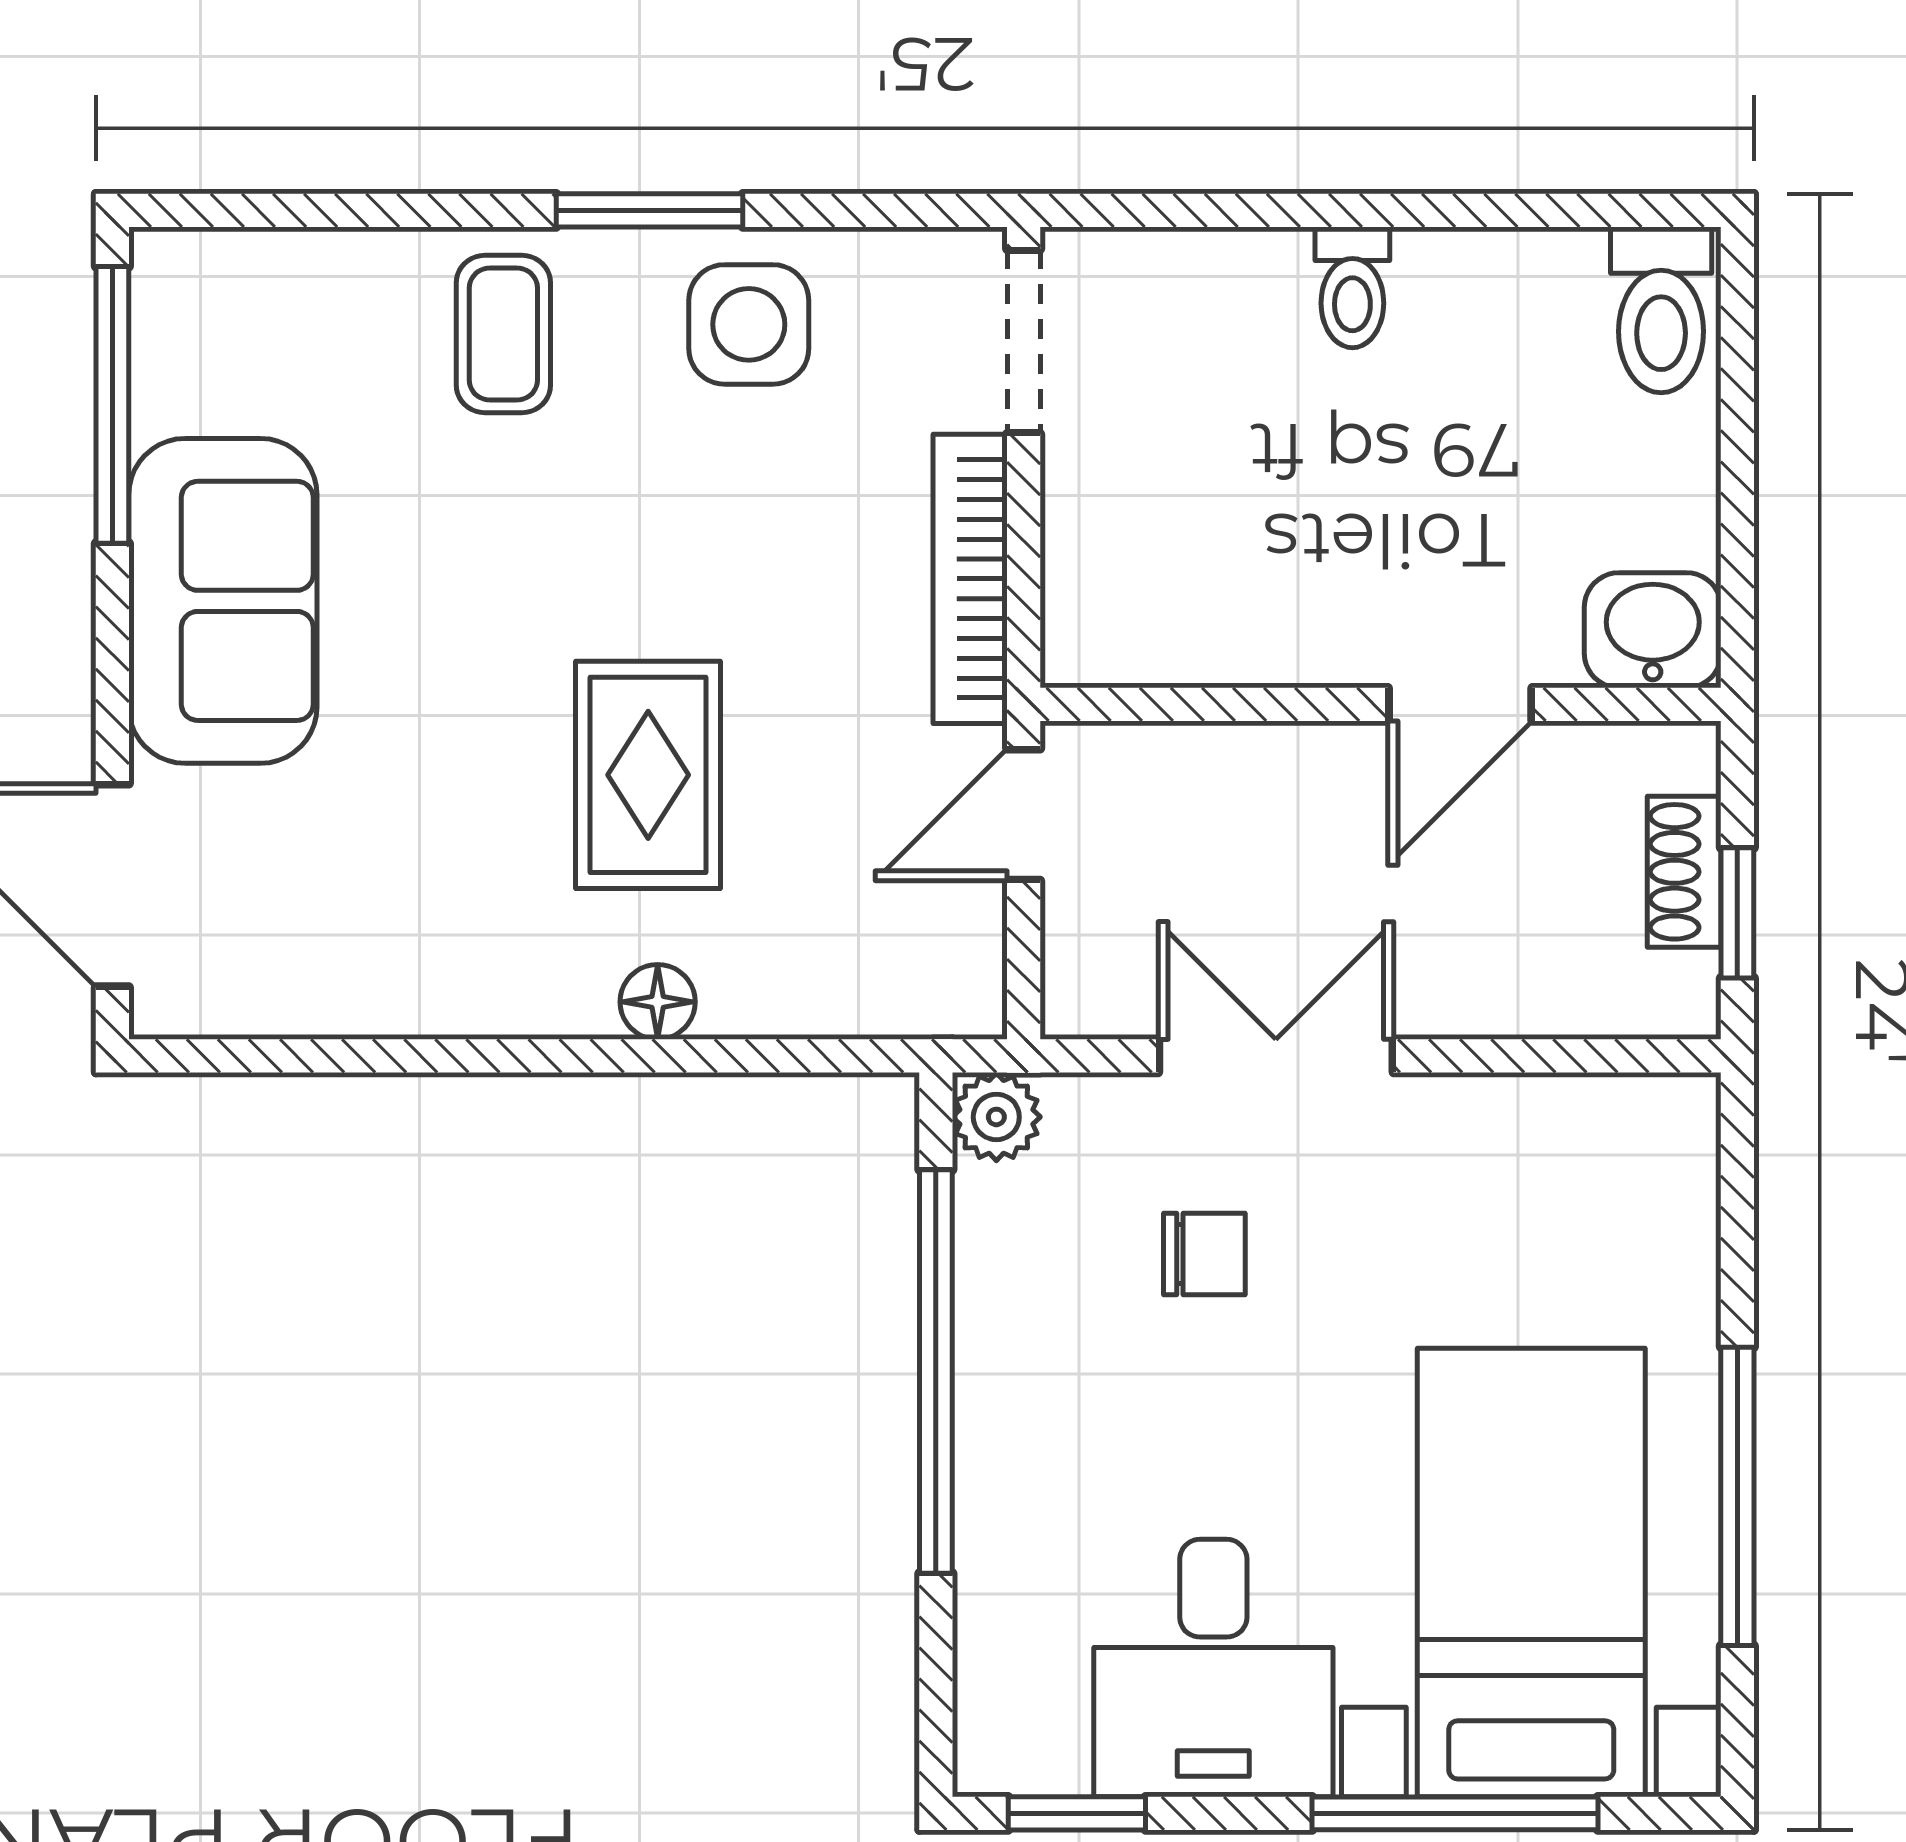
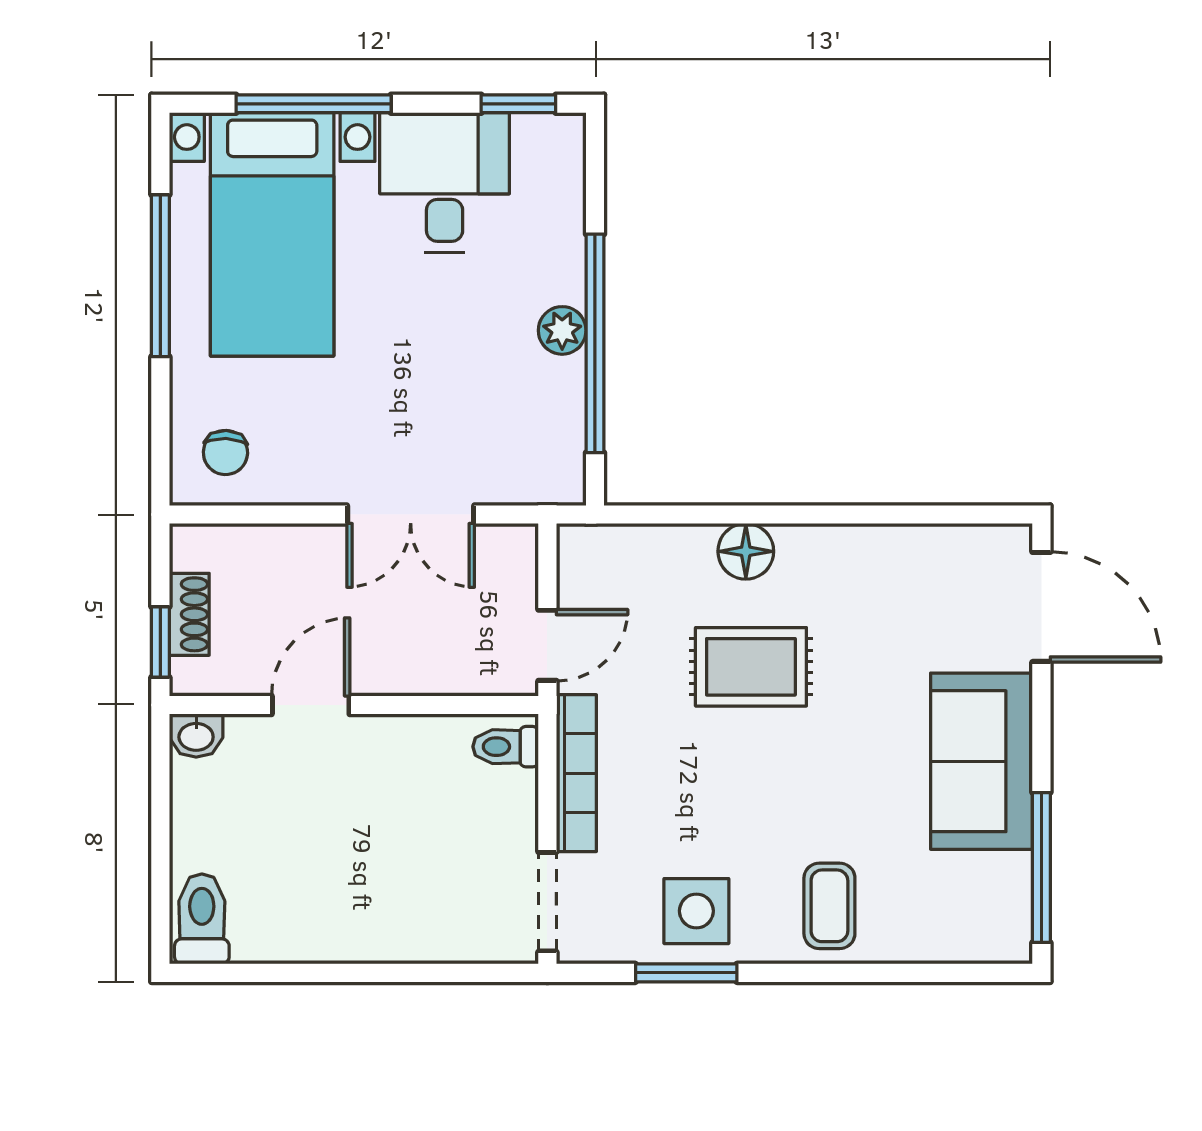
window: (650, 210) -> (686, 973), moved
toilet: (1352, 287) -> (506, 747), moved, turned -90
washbasin: (1653, 630) -> (196, 736), width x0.72, depth x0.69
rug: (648, 775) -> (751, 667), turned 90
window: (1737, 913) -> (160, 642), moved
floor lamp: (658, 1002) -> (746, 551), width x1.37, depth x1.37
plant: (996, 1117) -> (562, 330), moved
chair: (1204, 1254) -> (225, 452), moved, turned -88

